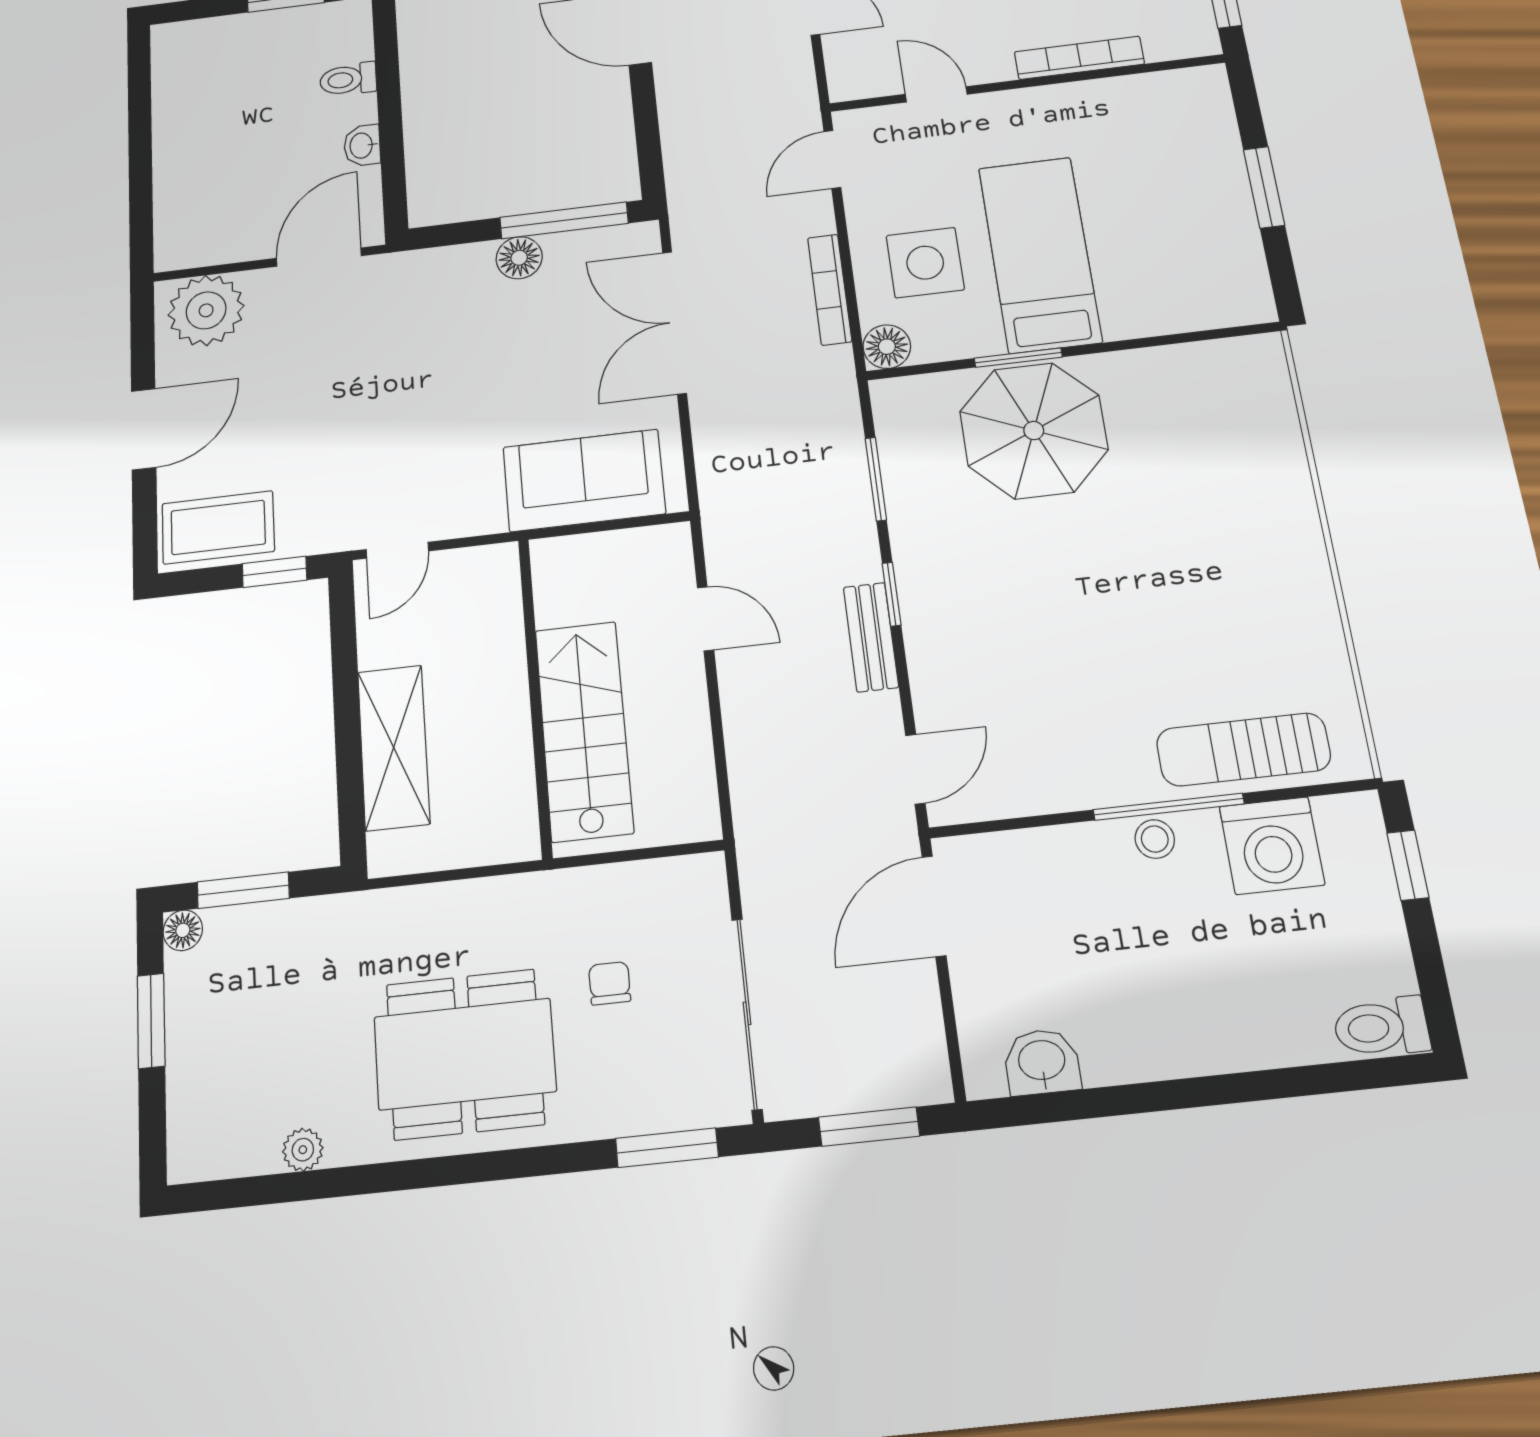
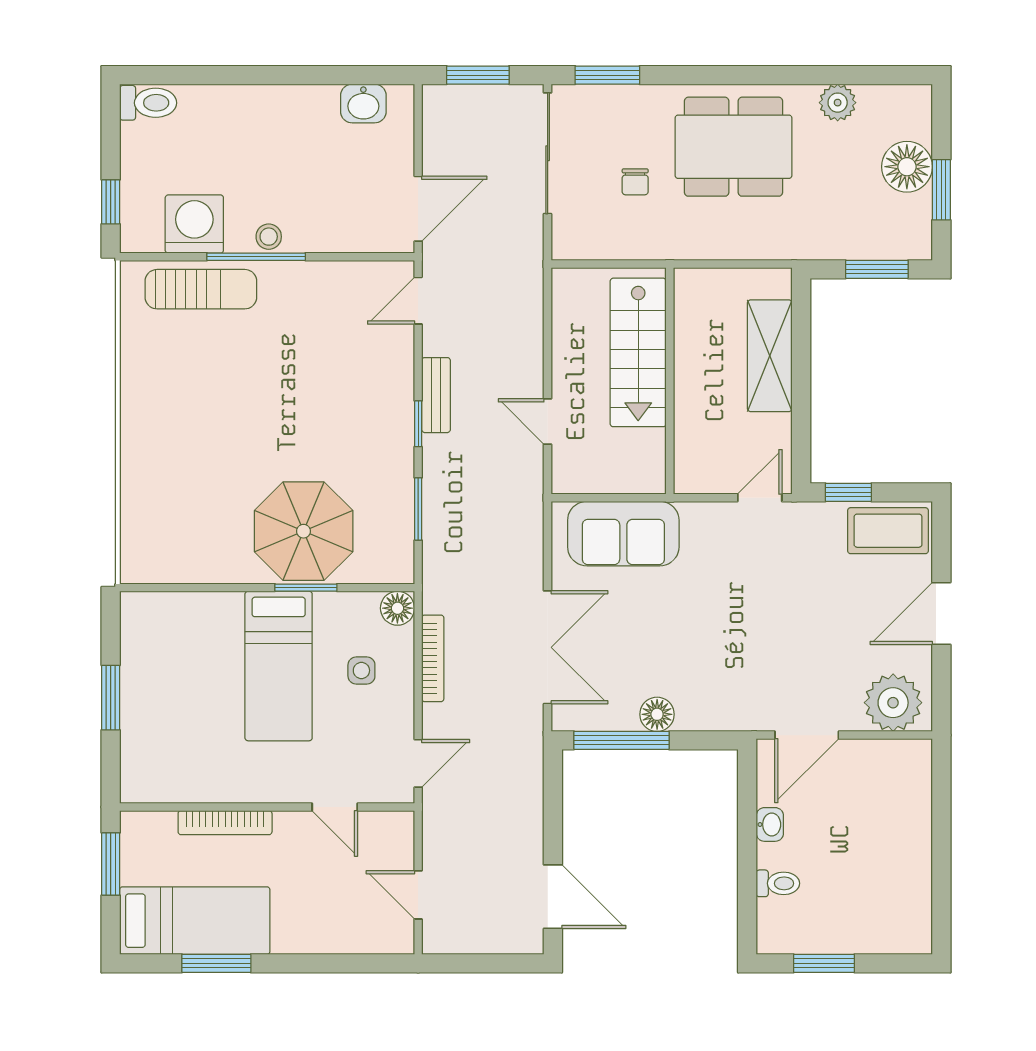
side table: (925, 263) -> (361, 670), width x0.54, depth x0.54
floor lamp: (183, 930) -> (907, 167), moved, width x1.89, depth x1.89
plant: (303, 1150) -> (838, 103), width x1.38, depth x1.38

